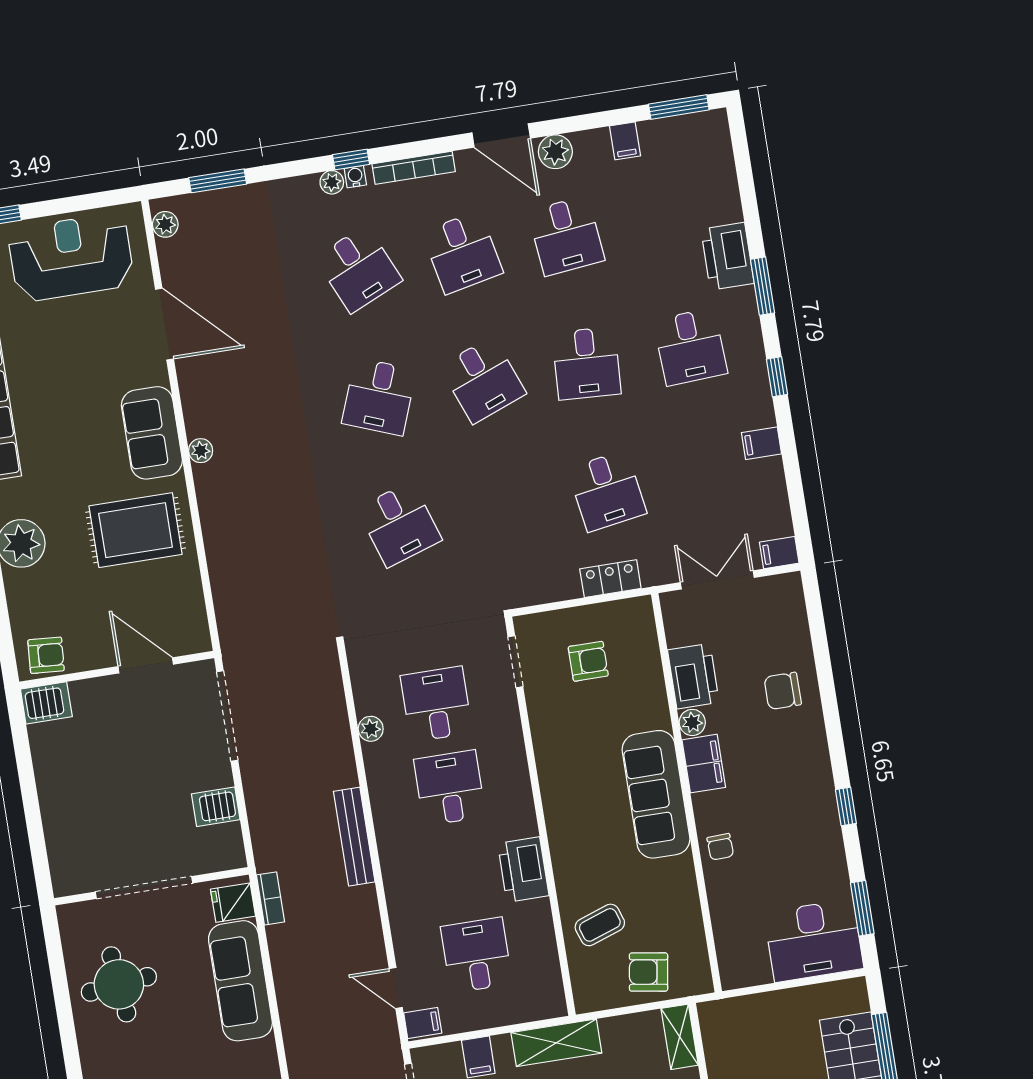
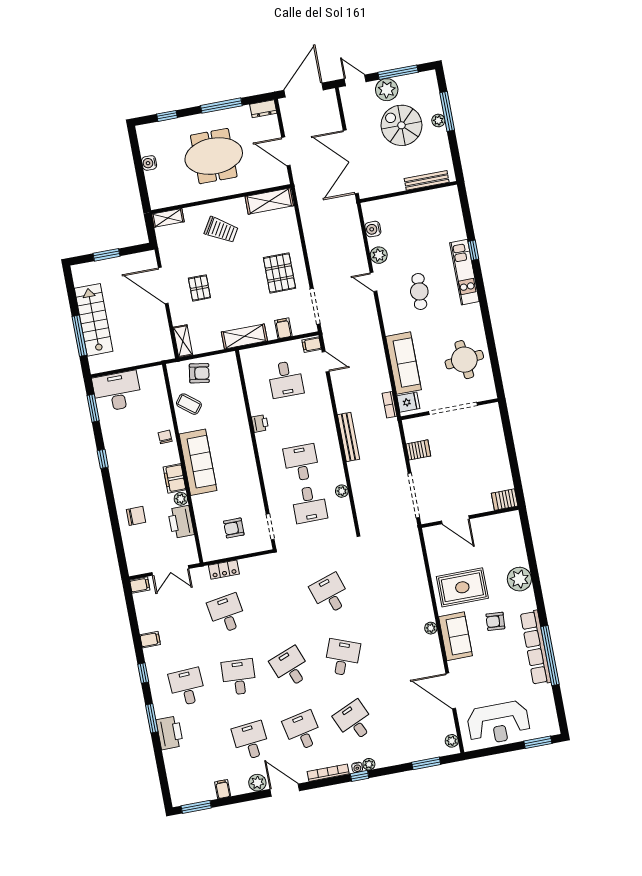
armchair: (46, 655) -> (495, 621), moved
desk: (450, 788) -> (301, 463), turned 180
printer: (523, 870) -> (260, 423), width x0.53, depth x0.68
coffee table: (600, 925) -> (189, 404), moved, turned 57

